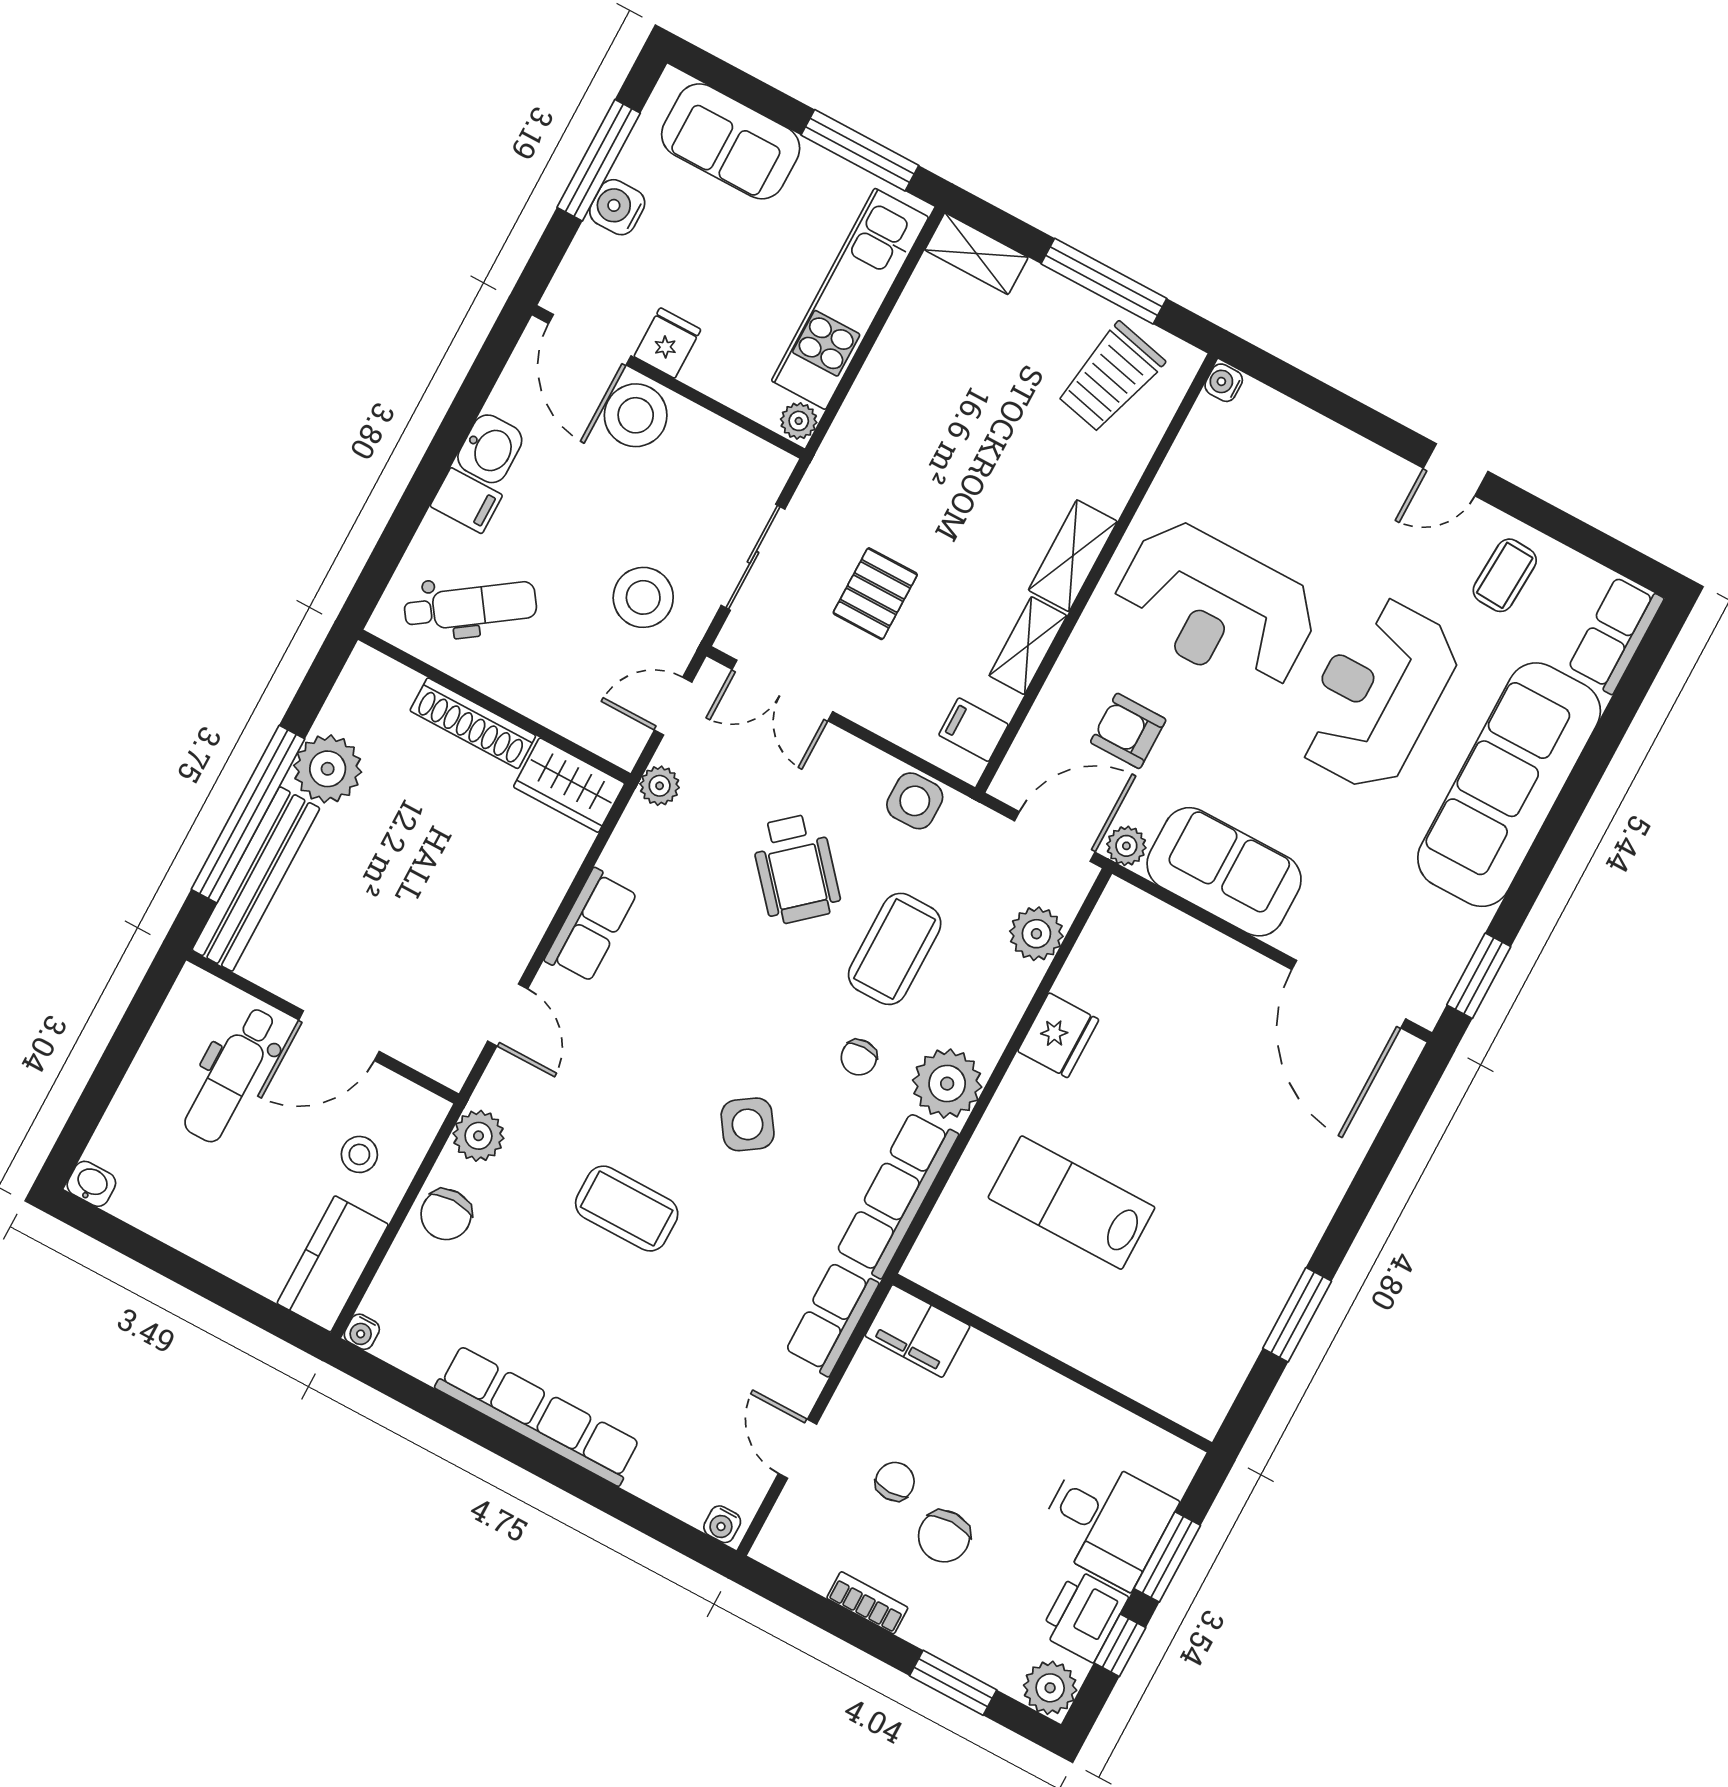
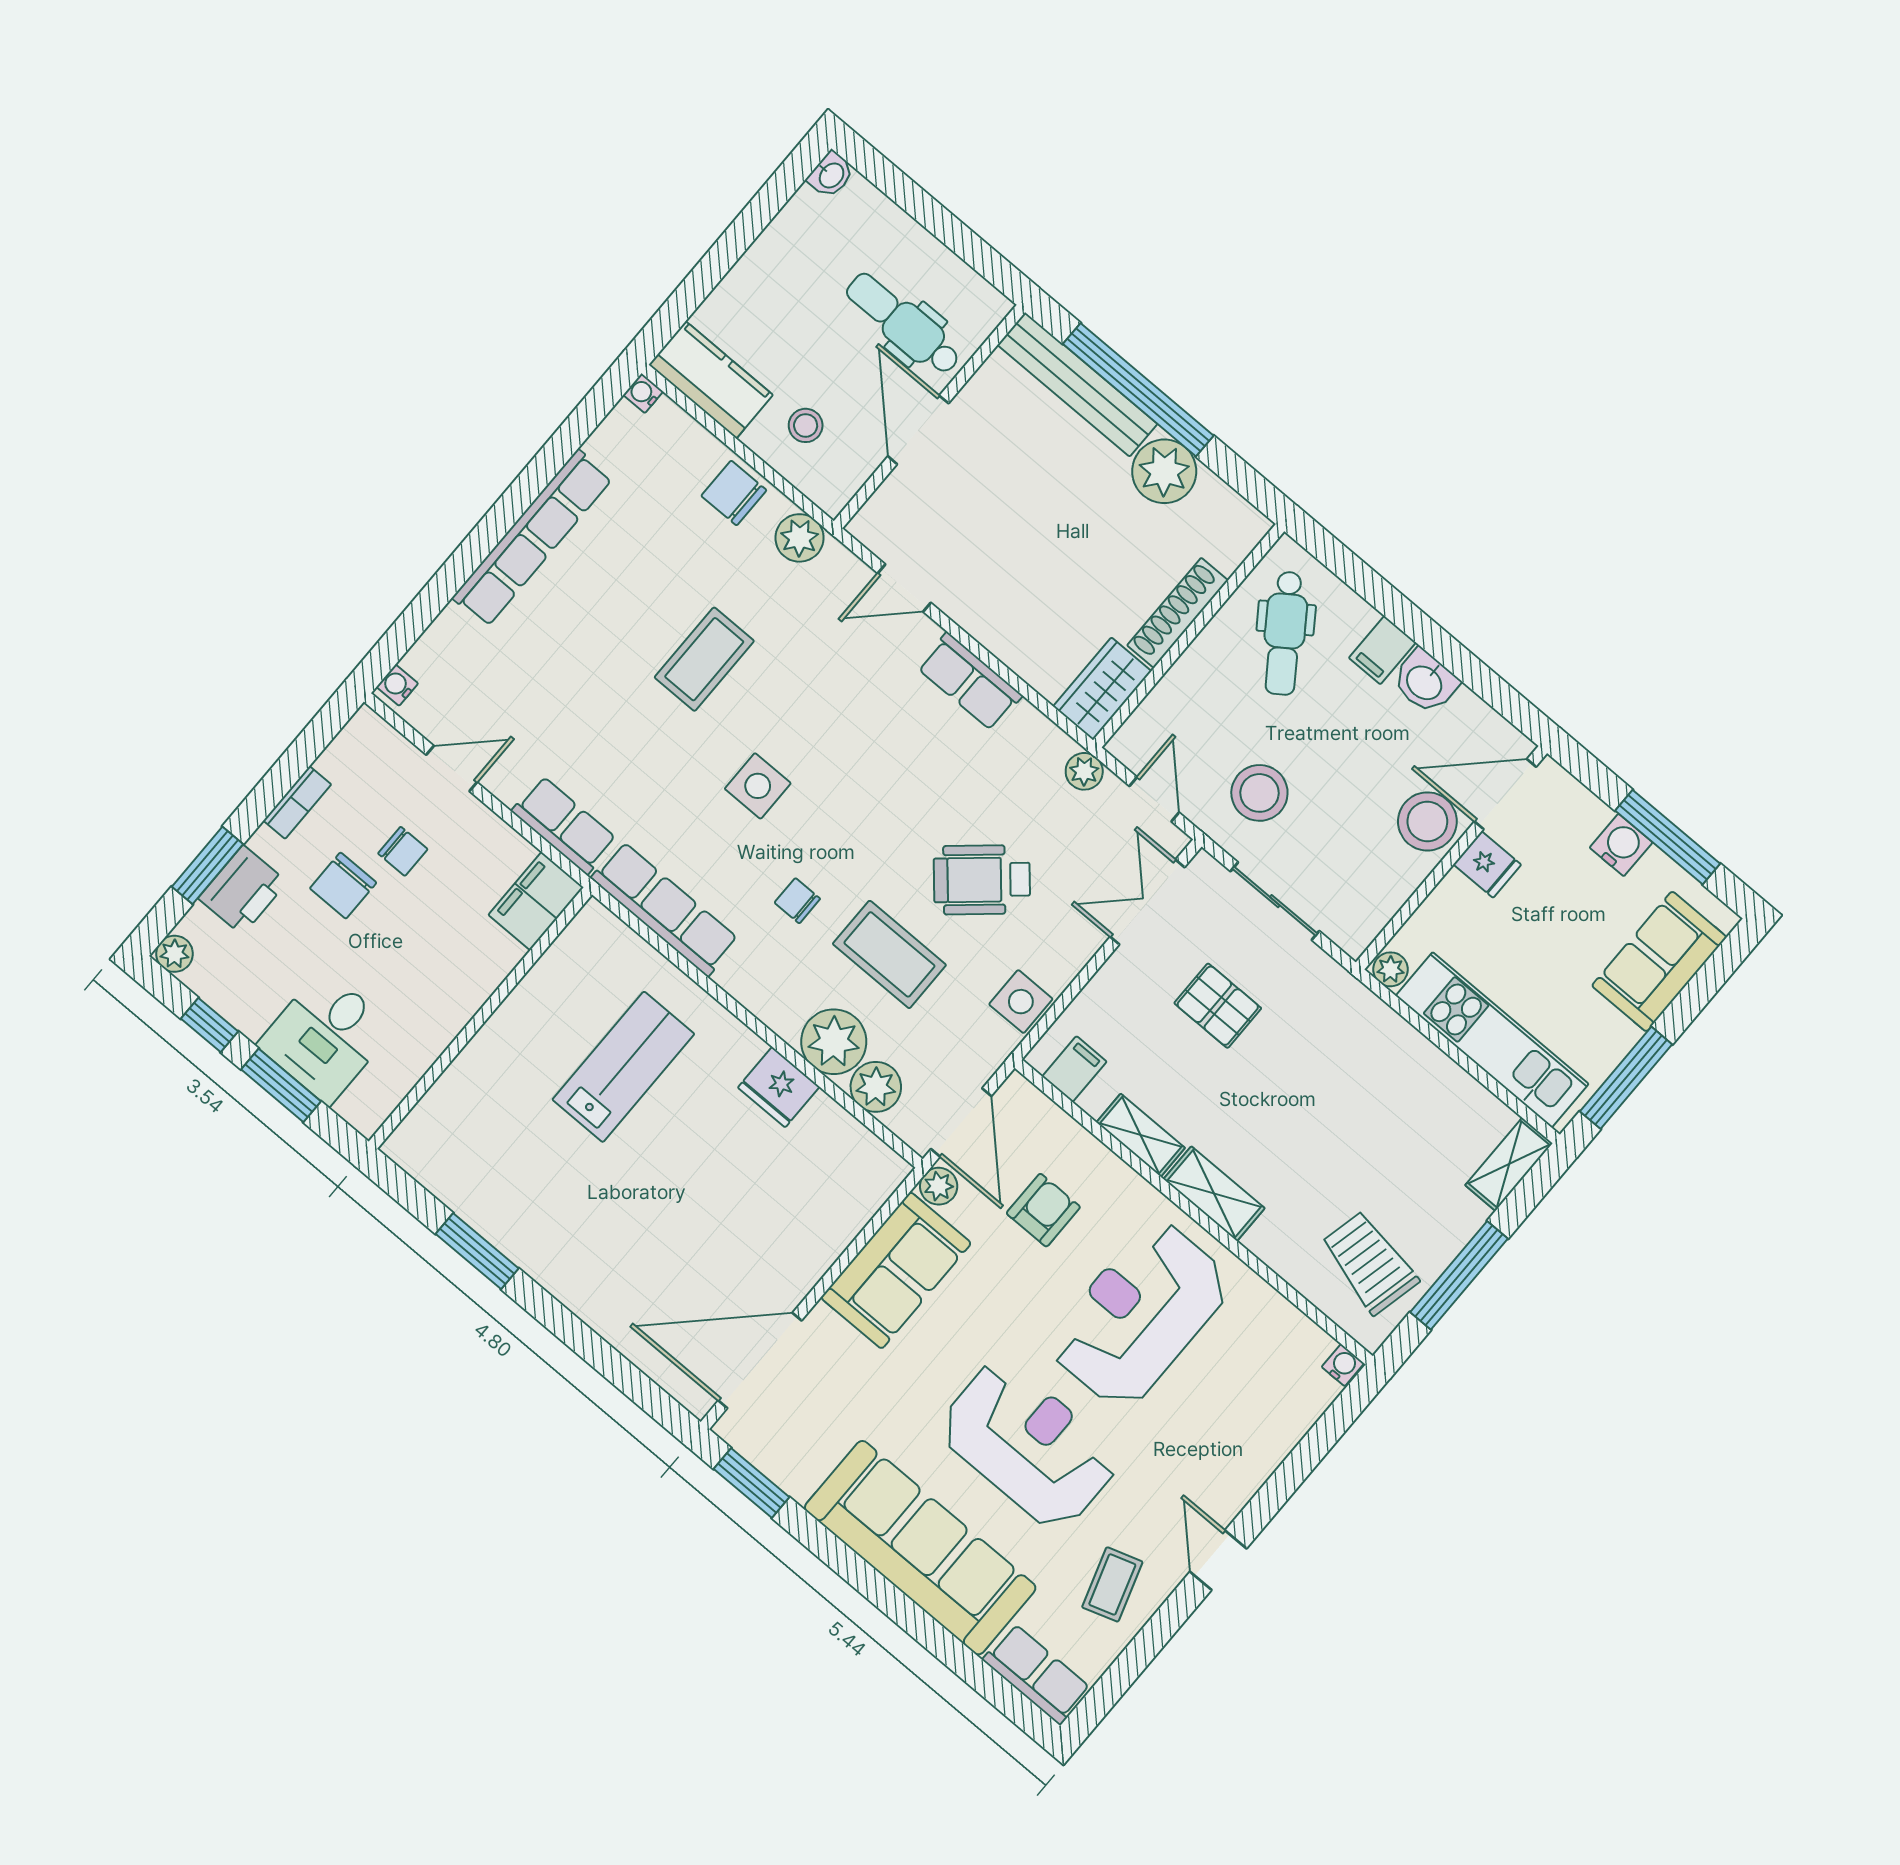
coffee table: (1505, 575) -> (1112, 1584), turned 69
plant: (947, 1084) -> (834, 1042), moved
side table: (748, 1124) -> (758, 786), turned 34
chair: (944, 1536) -> (343, 886), turned -90
printer: (1084, 1615) -> (243, 890), moved, turned 90
plant: (1050, 1688) -> (175, 954), width x0.73, depth x0.73

